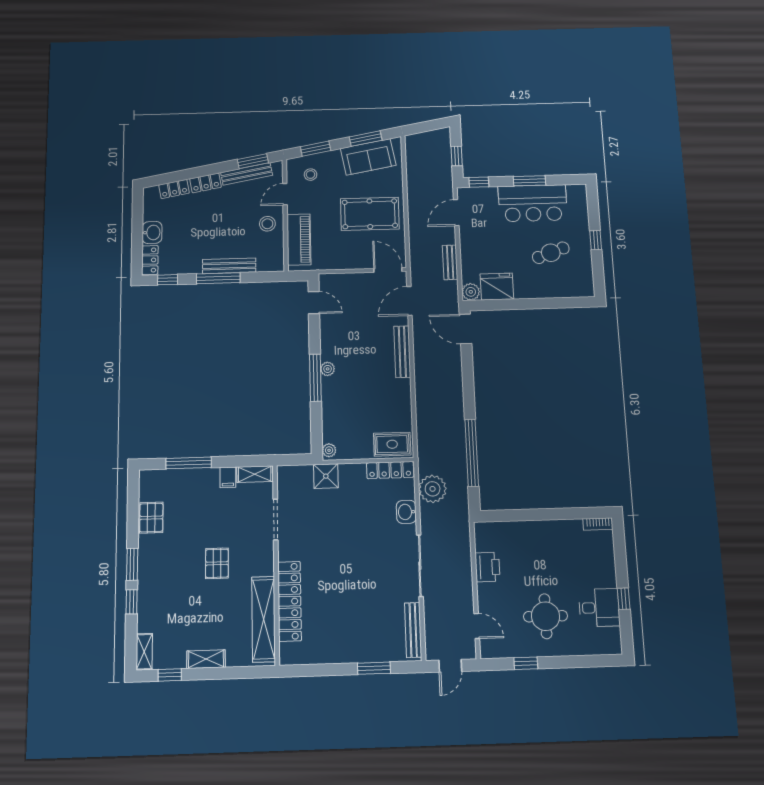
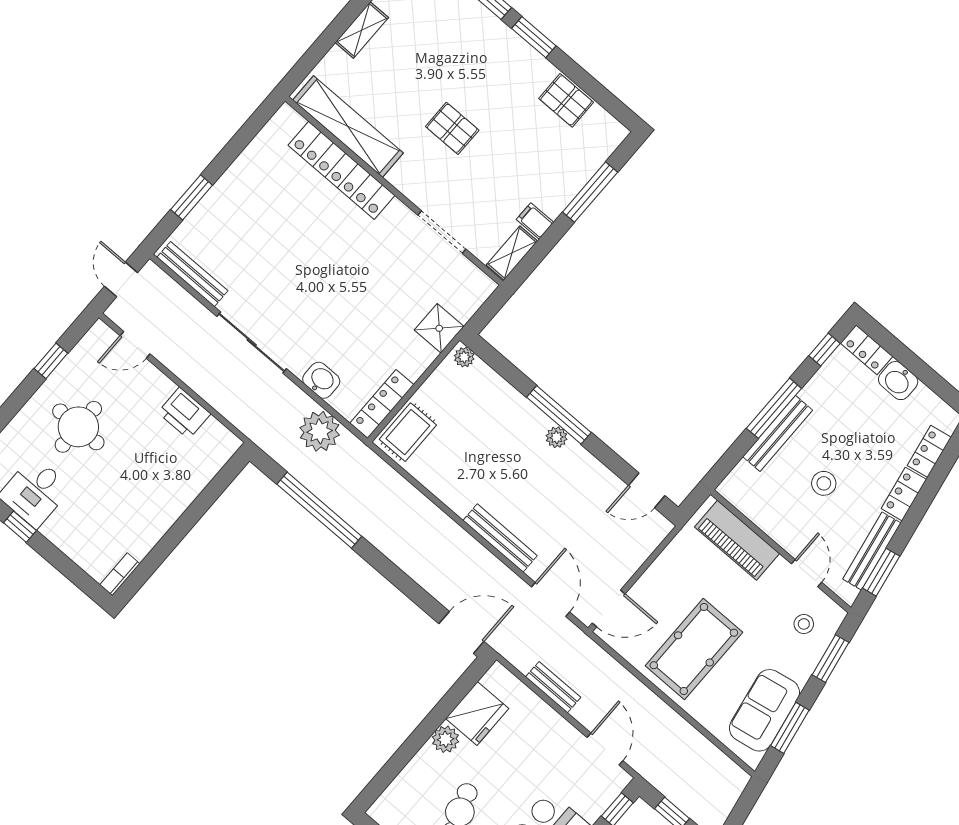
stool: (267, 224) -> (824, 483), moved
plant: (471, 292) -> (446, 739), moved

